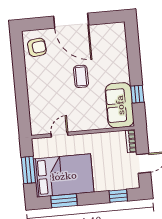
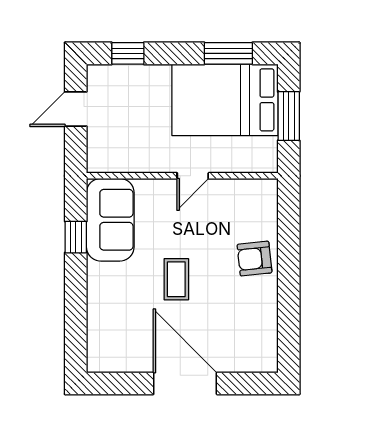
armchair: (37, 47) -> (255, 259), moved
door: (59, 135) -> (193, 176), moved
bookcase: (131, 141) -> (95, 152), removed

